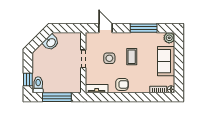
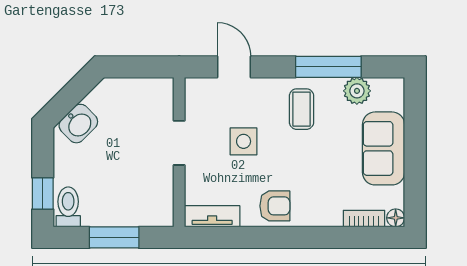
plant: (169, 38) -> (357, 91), moved
washbasin: (51, 42) -> (78, 124), moved
coffee table: (132, 57) -> (302, 109), moved
window: (57, 97) -> (114, 237), width x0.69

